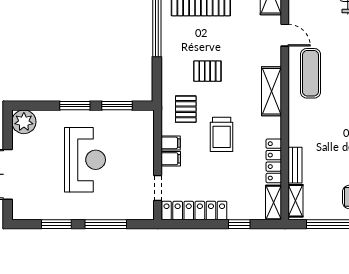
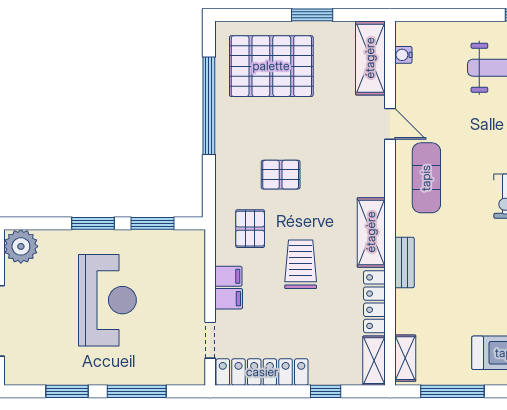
shelving: (271, 91) -> (371, 232), moved
trolley: (222, 134) -> (301, 264), turned 180
bench: (295, 165) -> (404, 262), moved

